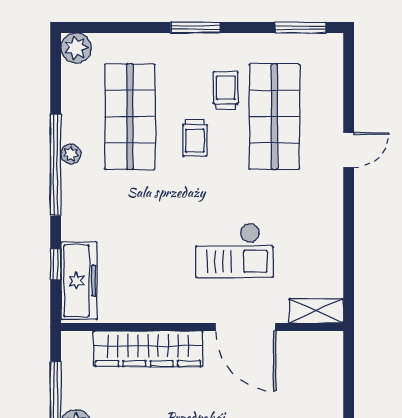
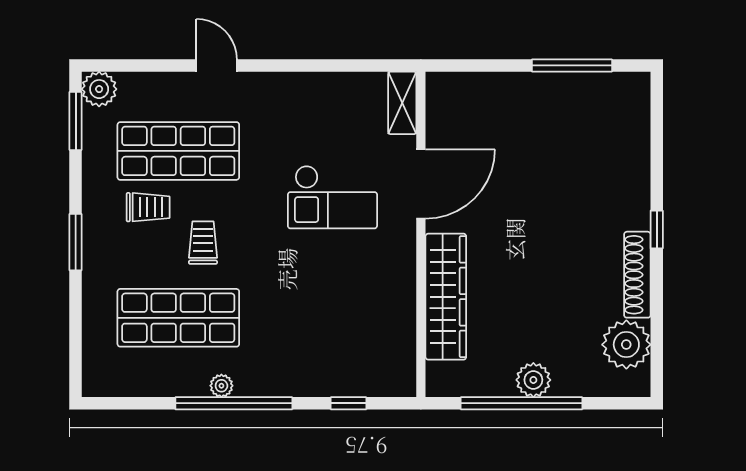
plant: (76, 48) -> (99, 89), moved
trolley: (226, 90) -> (148, 207), turned 180
trolley: (195, 138) -> (203, 243), turned -90
checkout: (234, 250) -> (332, 197), turned 90
freezer: (79, 281) -> (367, 376), removed

